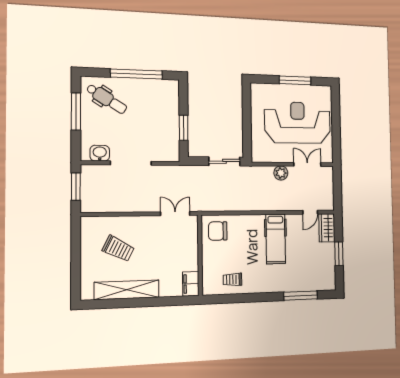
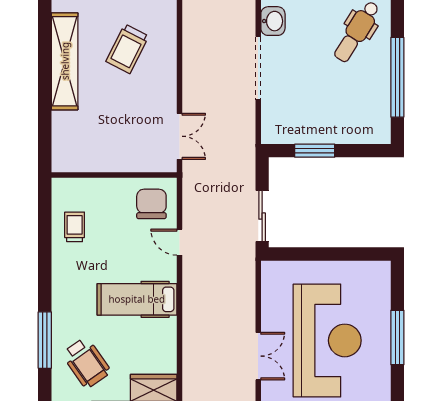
plant: (281, 173) -> (244, 310), removed
door: (310, 212) -> (180, 242), moved
wheelchair: (313, 269) -> (86, 363), added
filing cabinet: (191, 284) -> (70, 160), removed

